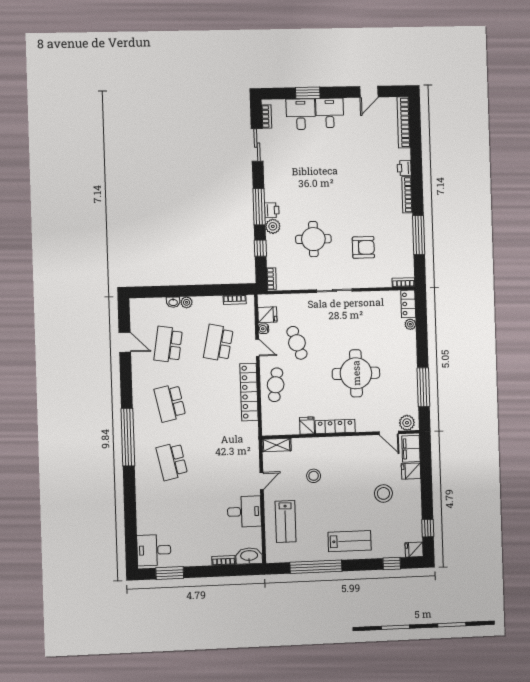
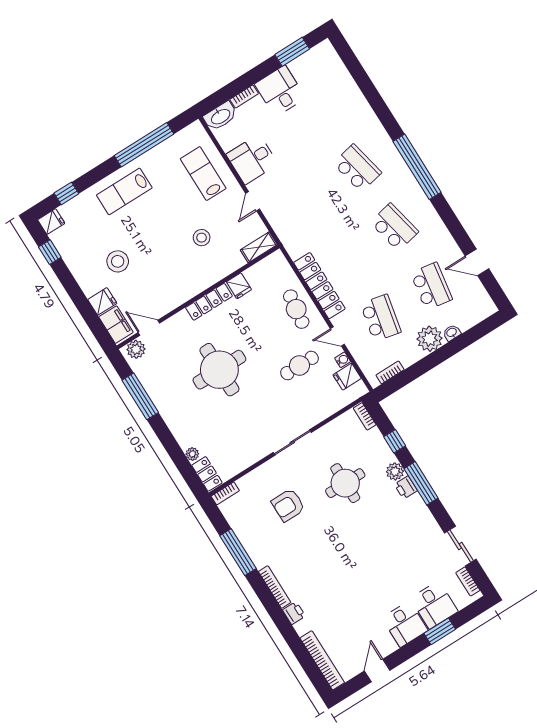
plant: (187, 302) -> (430, 339), width x1.88, depth x1.88
cafe table: (297, 343) -> (299, 365), turned -71
desk: (154, 550) -> (280, 91), moved, turned -90

